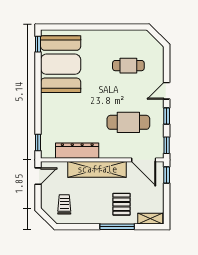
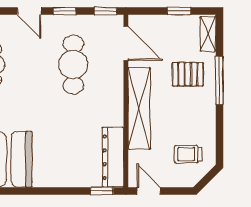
dresser: (77, 151) -> (113, 157), moved
door: (144, 160) -> (126, 43), hinge flipped
window: (167, 175) -> (179, 11), moved

